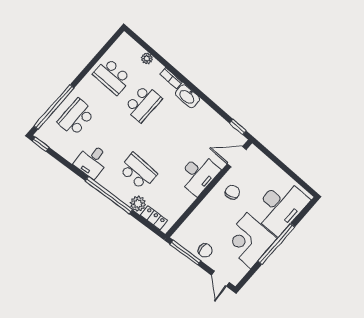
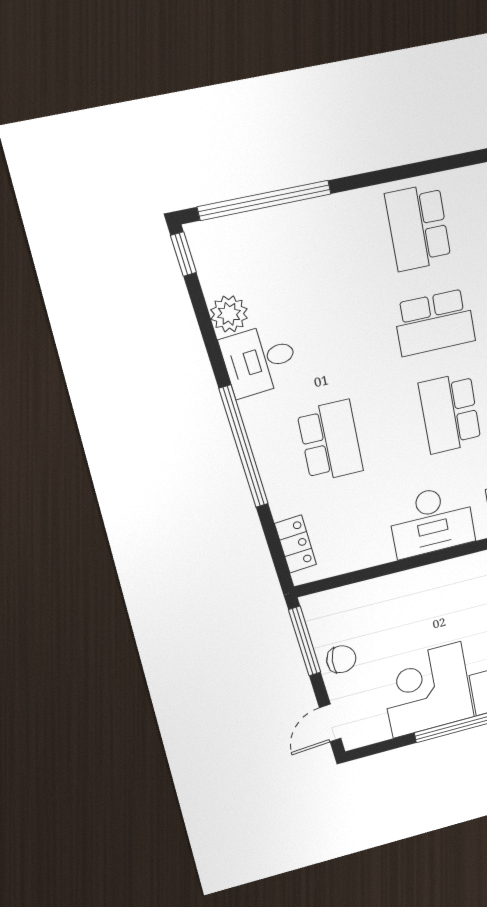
school desk: (76, 117) -> (450, 413), moved, turned -90
chair: (232, 192) -> (463, 591), removed
plant: (138, 204) -> (229, 314), moved
chair: (205, 250) -> (341, 659), turned -81

